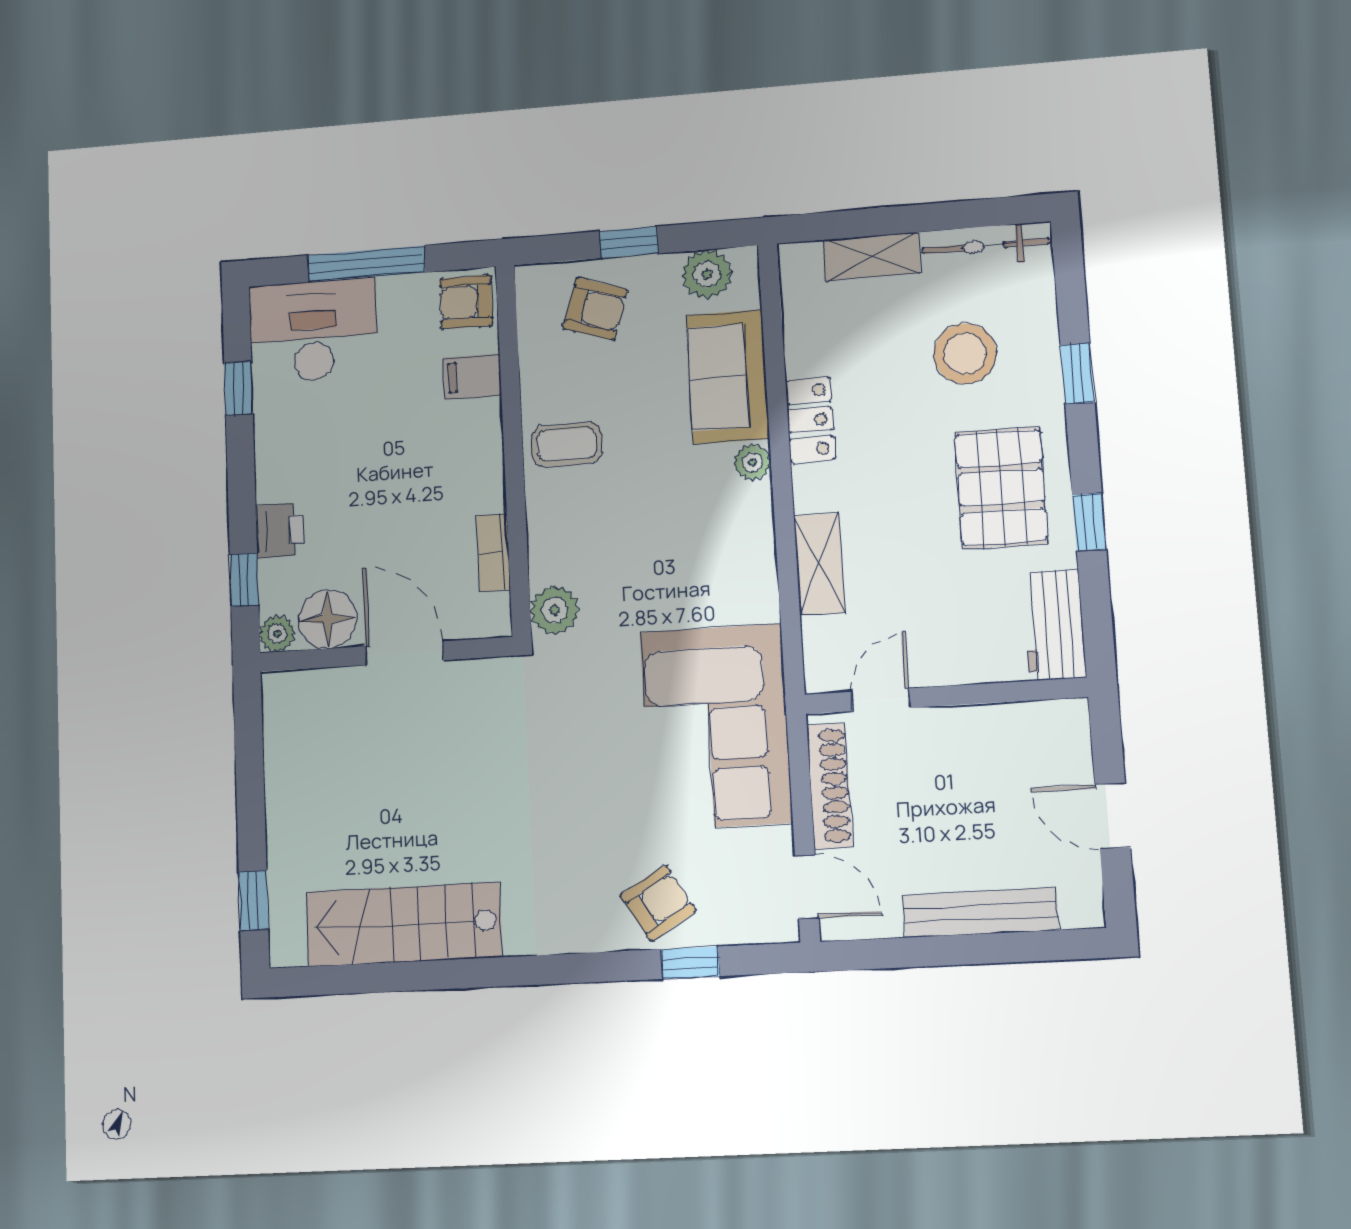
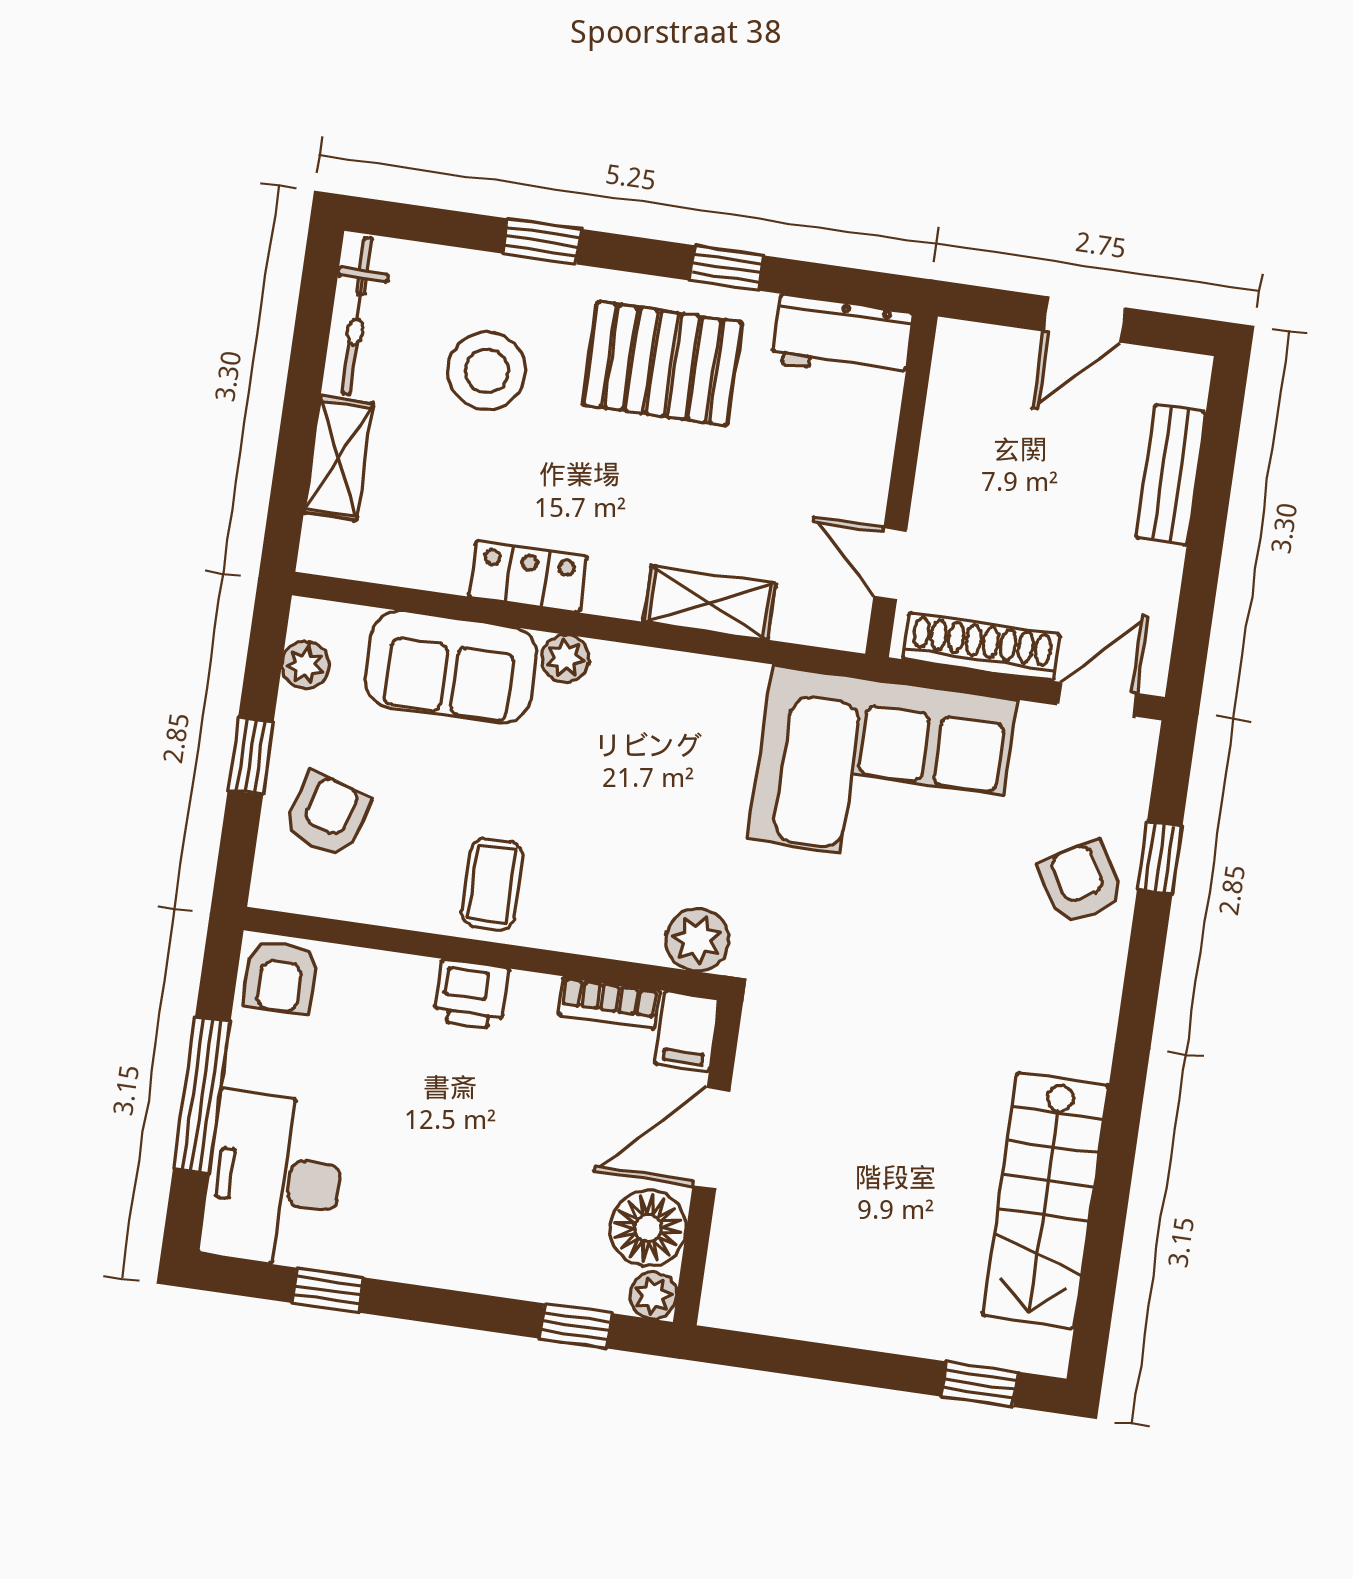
plant: (707, 274) -> (306, 665), width x0.73, depth x0.73
filing cabinet: (472, 377) -> (687, 1031), moved
printer: (280, 530) -> (471, 994), moved, turned 180
bench: (981, 912) -> (1171, 475), width x0.73

